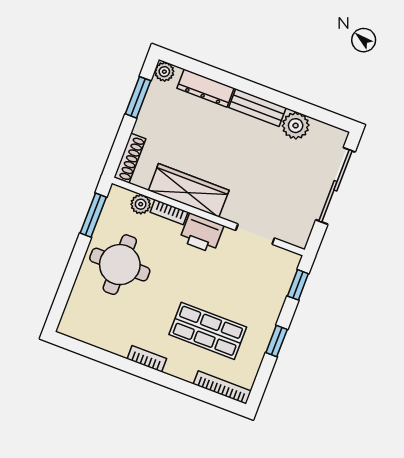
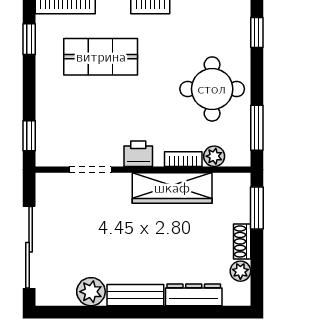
plant: (164, 72) -> (240, 271), moved
window: (138, 97) -> (257, 208), moved
shoe rack: (130, 158) -> (242, 241), moved, width x0.70
printer: (202, 233) -> (138, 154), width x0.73, depth x0.81
window: (61, 300) -> (257, 32), added
window: (277, 341) -> (29, 39), moved

